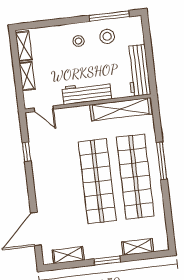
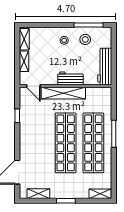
workbench: (87, 93) -> (70, 78), width x0.73
shelving: (121, 109) -> (63, 93), moved
shelving: (138, 247) -> (100, 194), moved

